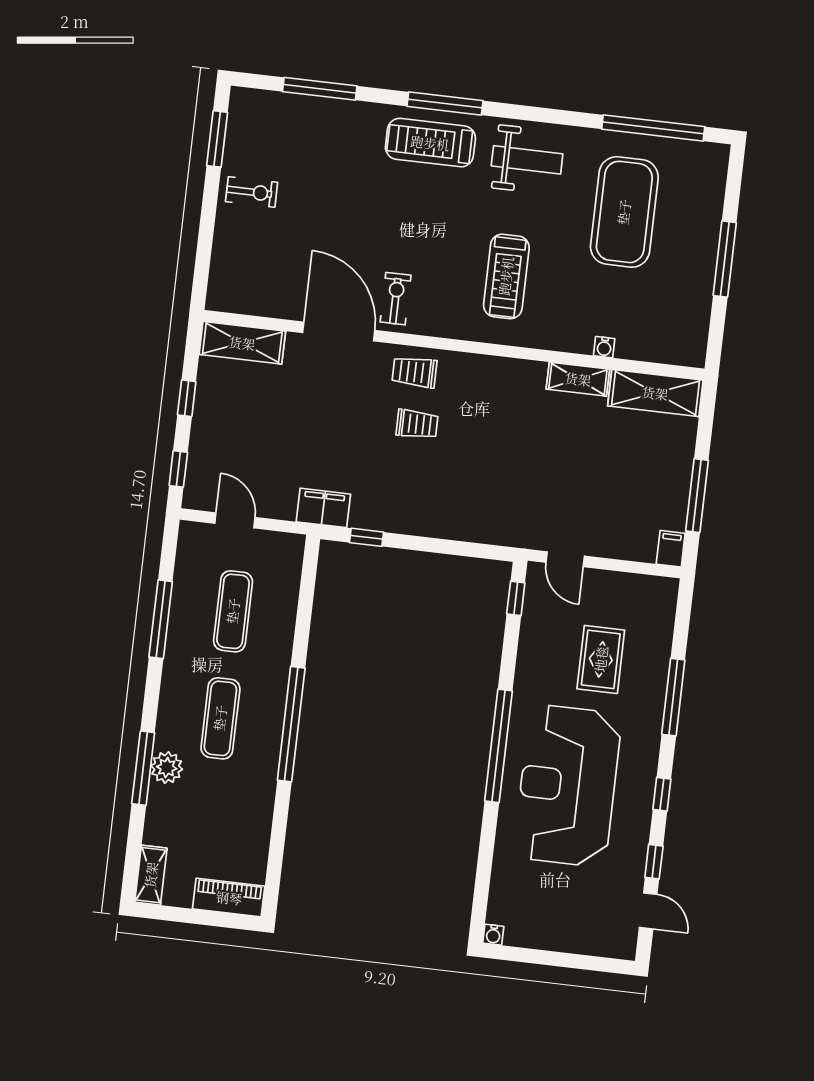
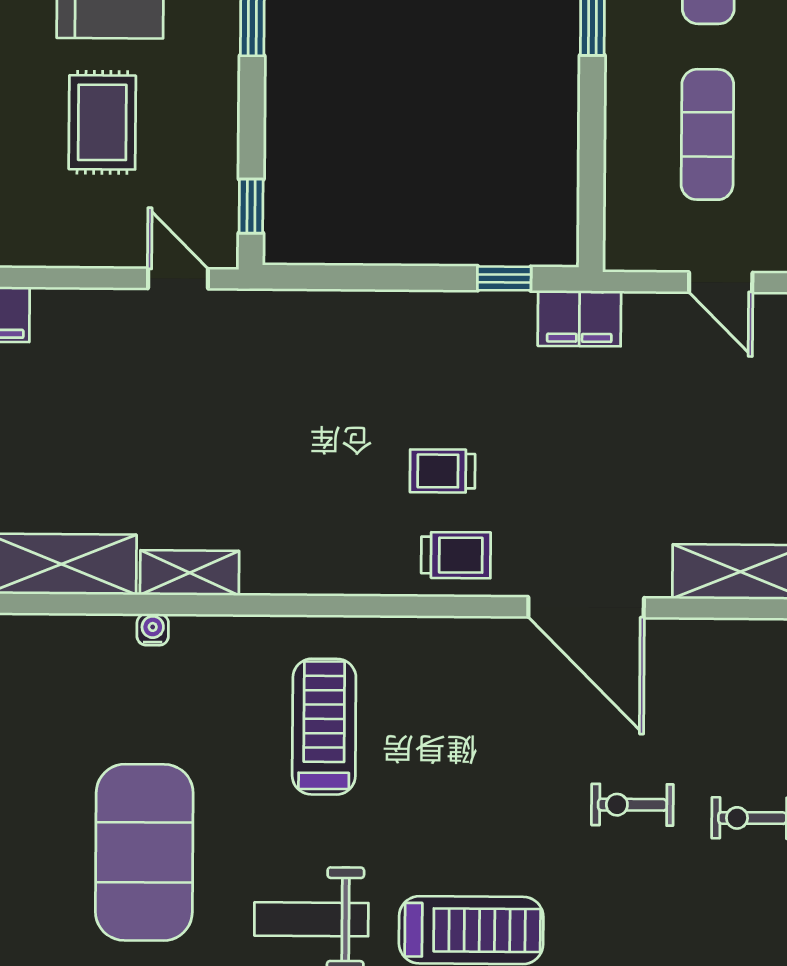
exercise bike: (396, 299) -> (632, 805), moved, turned 90

